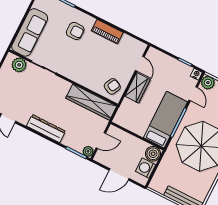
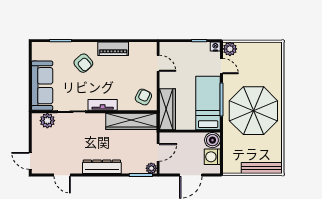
armchair: (75, 31) -> (83, 63), turned 48
tv unit: (74, 75) -> (103, 105), added
wardrobe: (138, 88) -> (167, 109), moved, width x1.50

